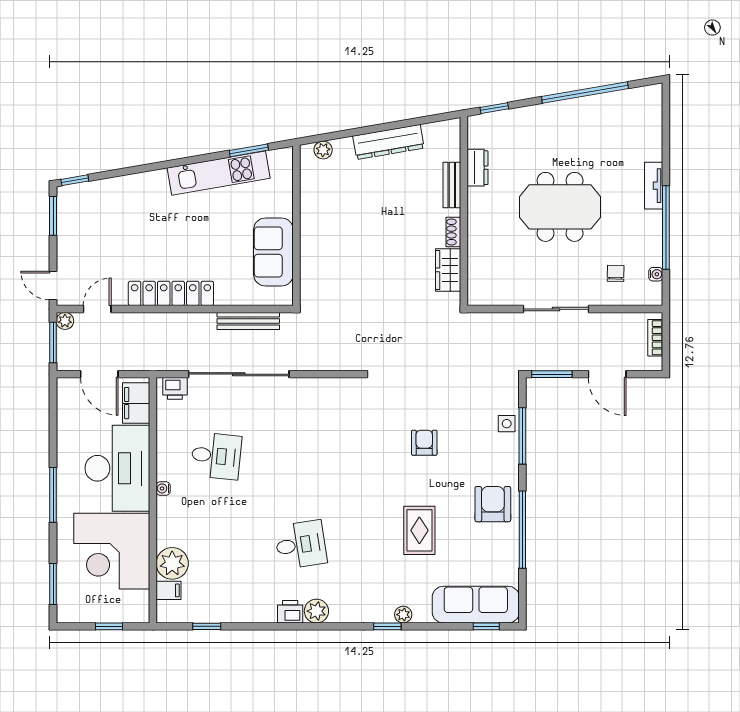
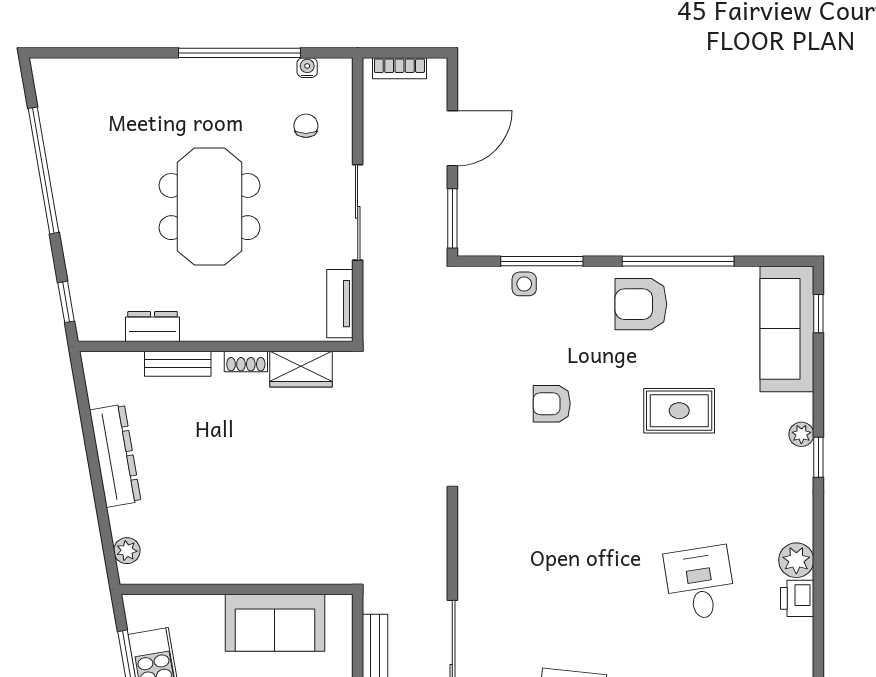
tv unit: (654, 186) -> (340, 304), moved, turned 90
chair: (616, 273) -> (306, 126), turned 89

